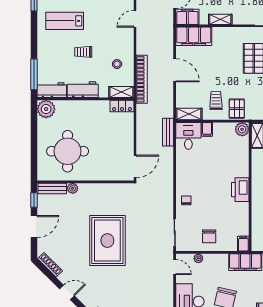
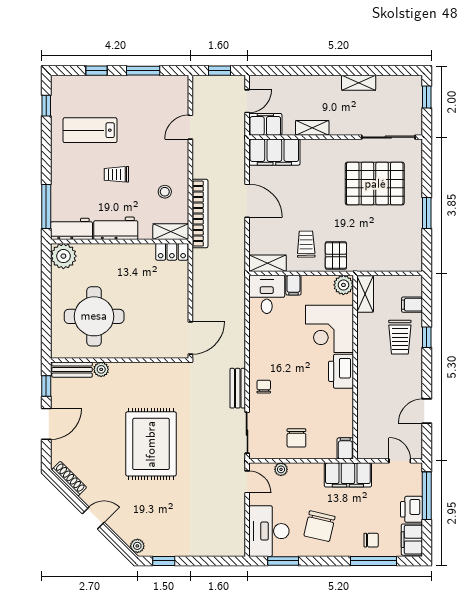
bench: (168, 132) -> (238, 388), moved
corner desk: (232, 160) -> (329, 329), added

